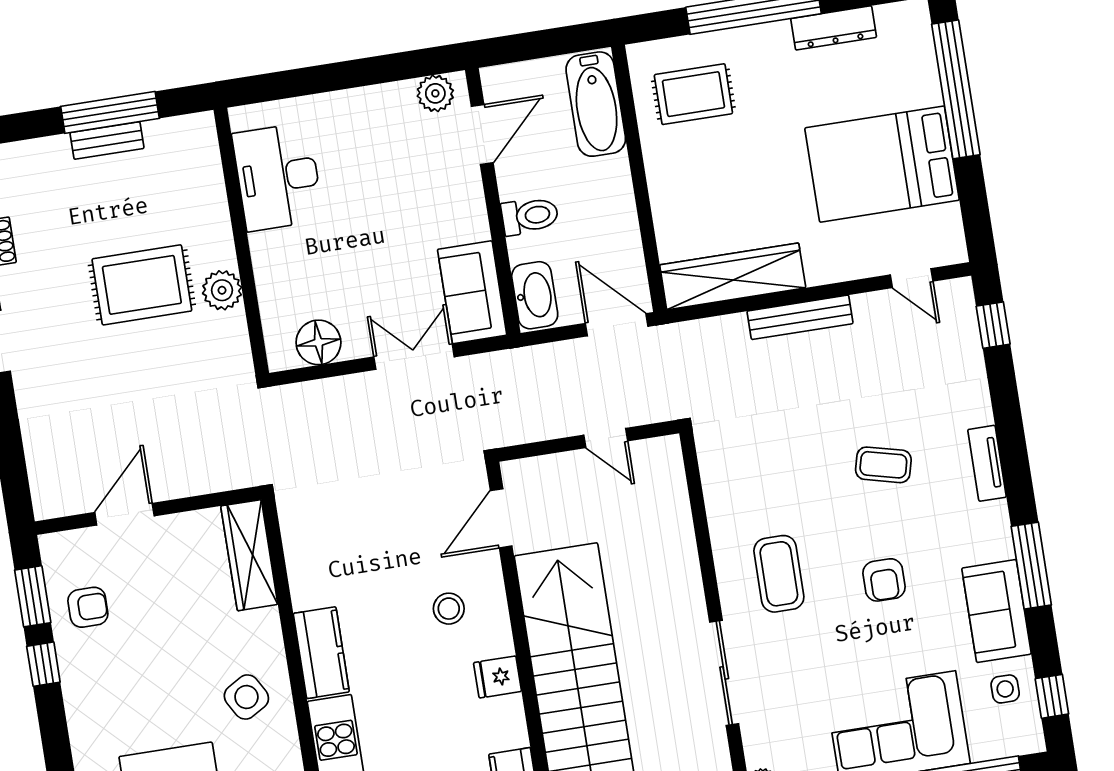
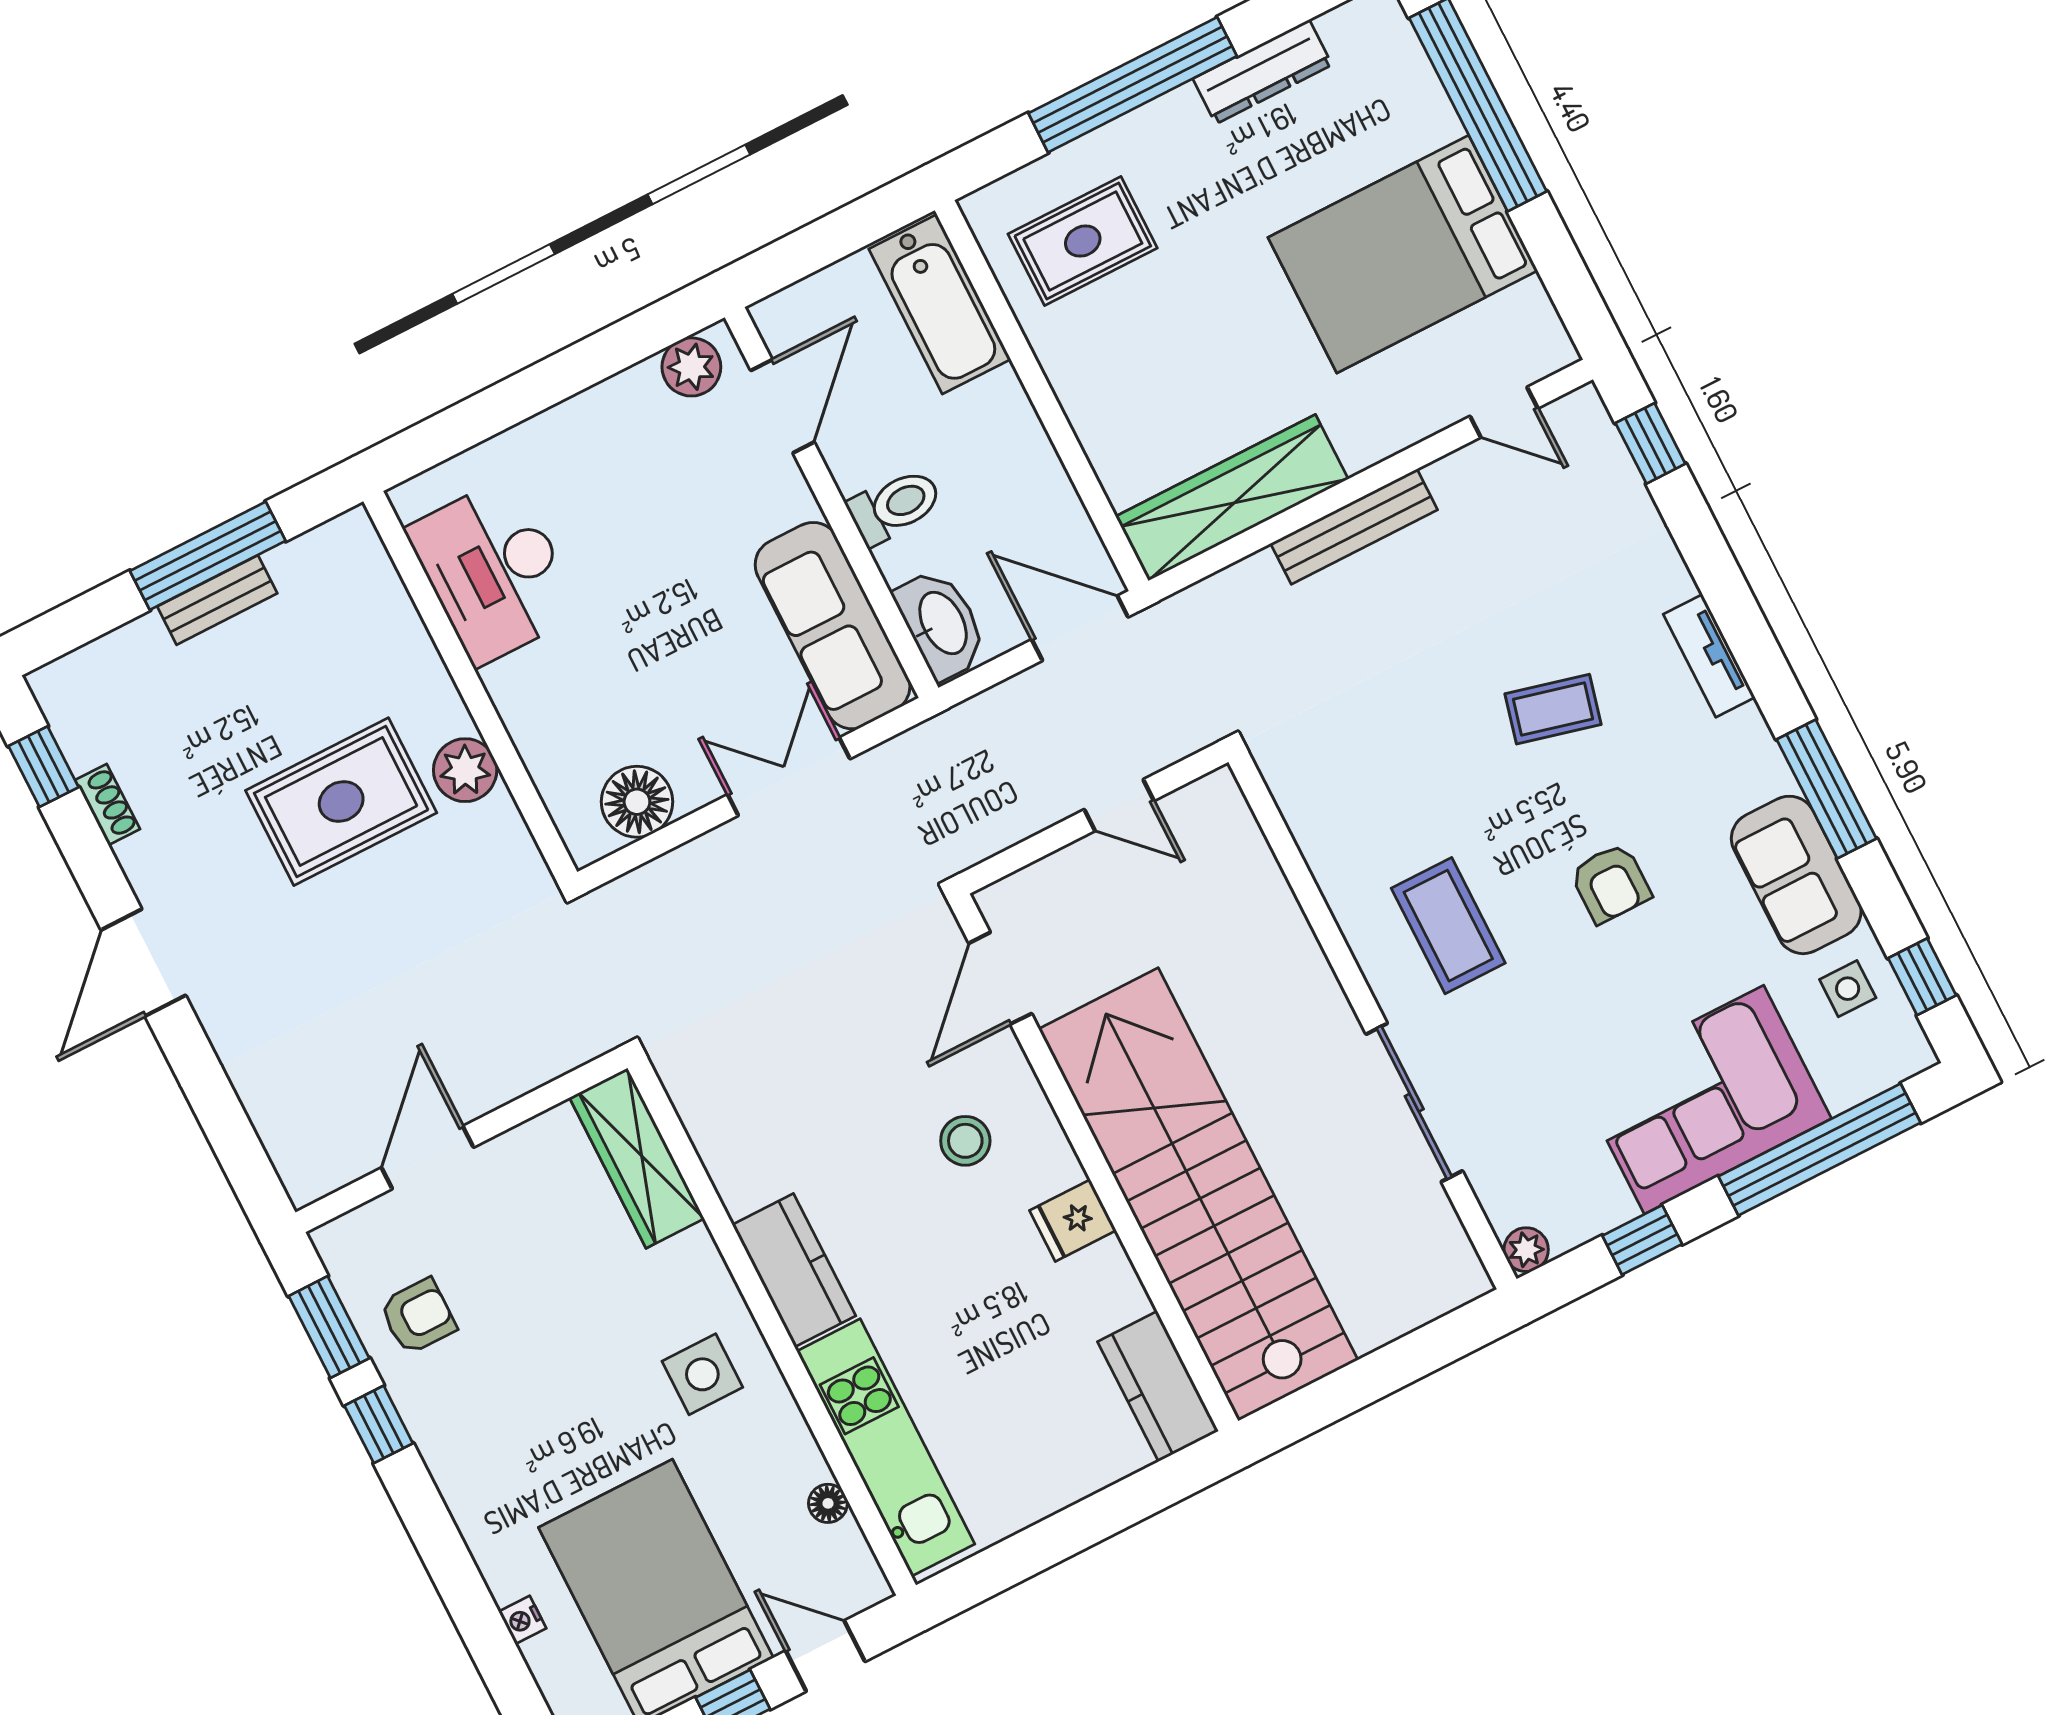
sofa: (472, 292) -> (833, 626), width x1.36
side table: (246, 697) -> (702, 1374), turned 30

